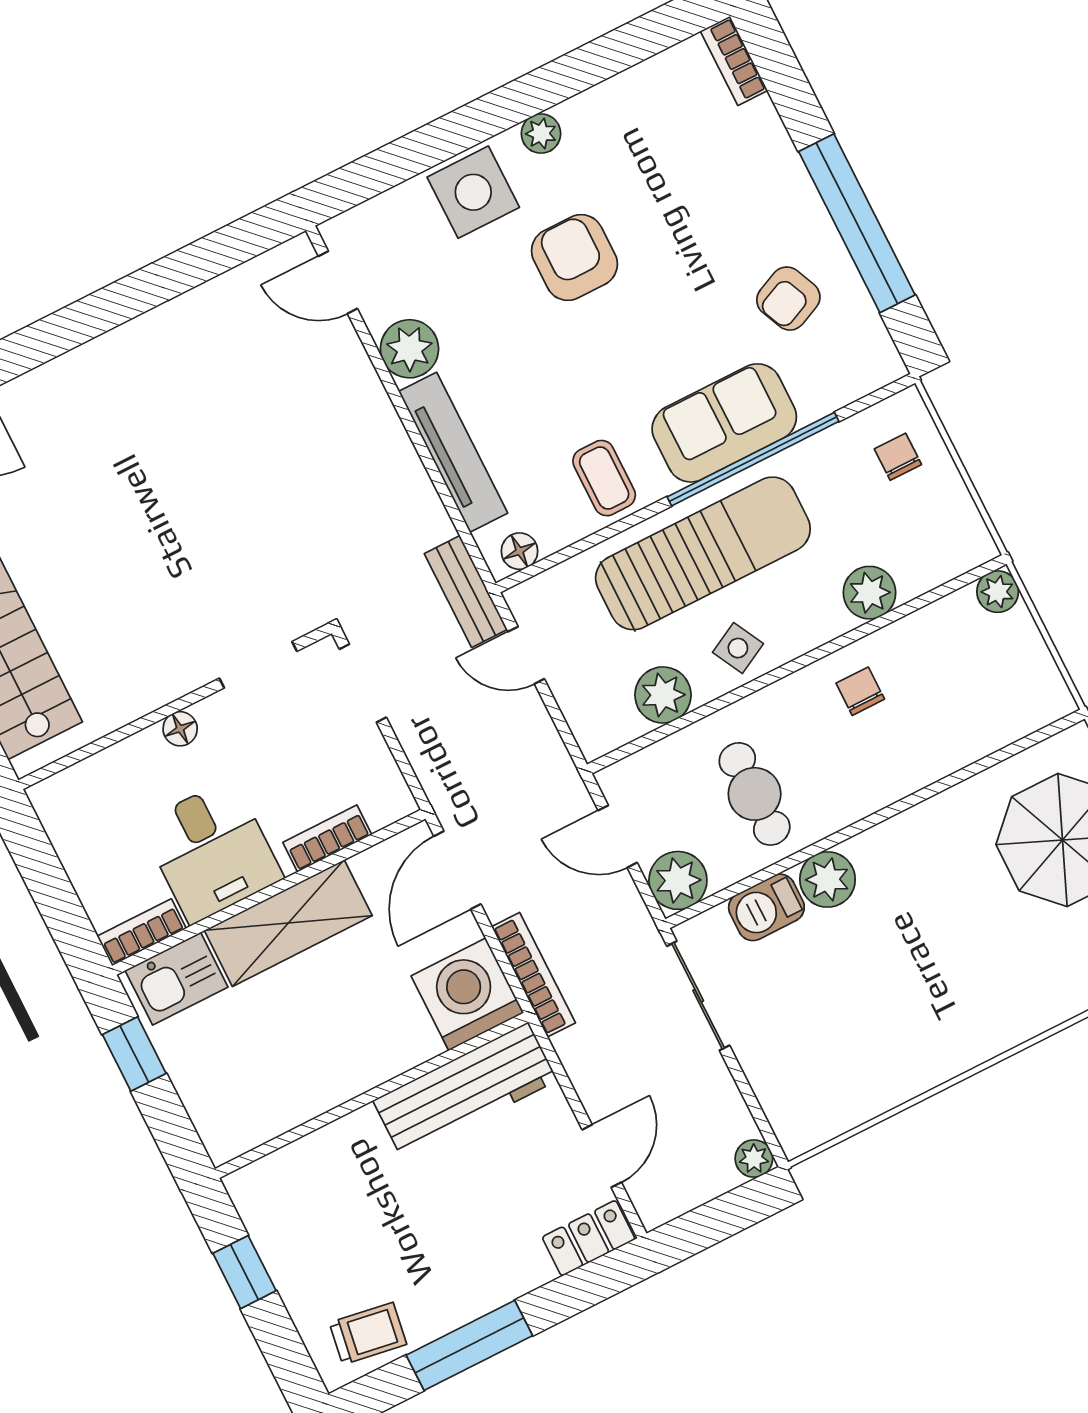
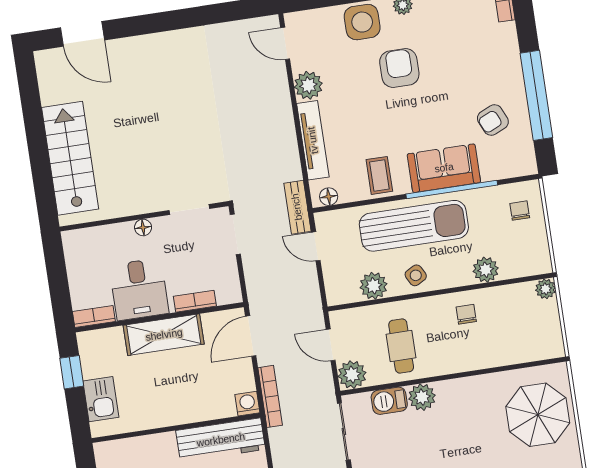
kitchen sink: (177, 979) -> (101, 399), moved, turned -90
washing machine: (467, 994) -> (247, 404), width x0.53, depth x0.53

